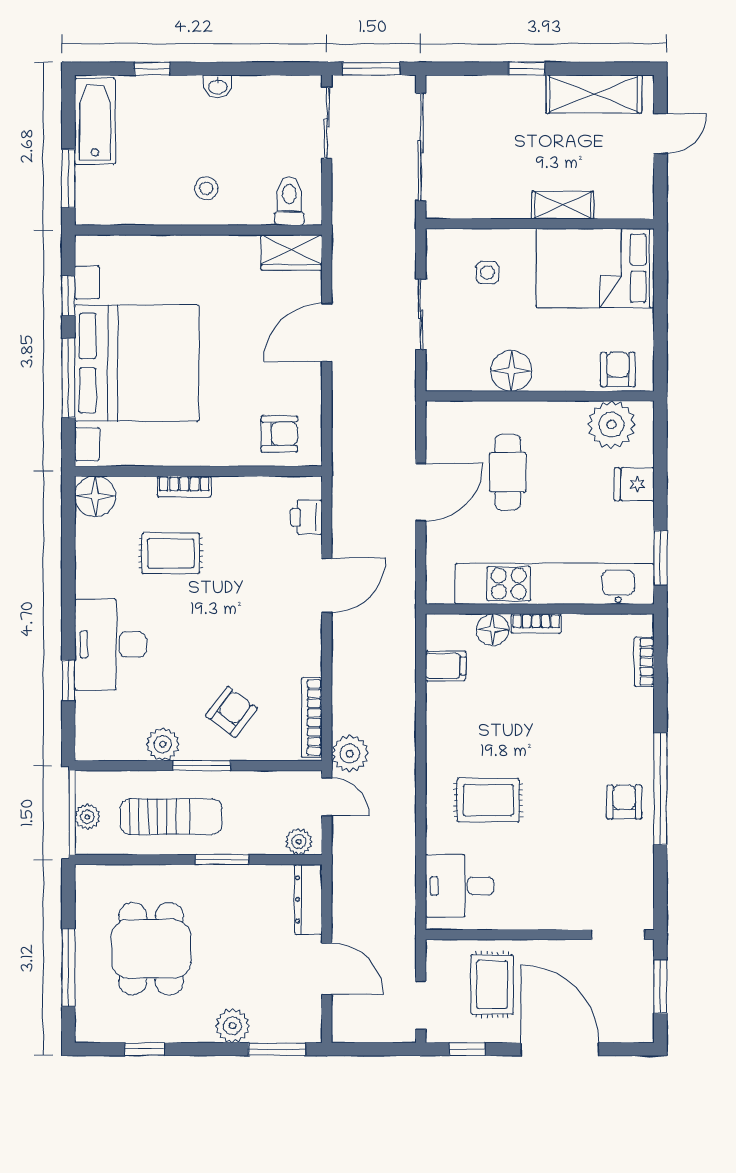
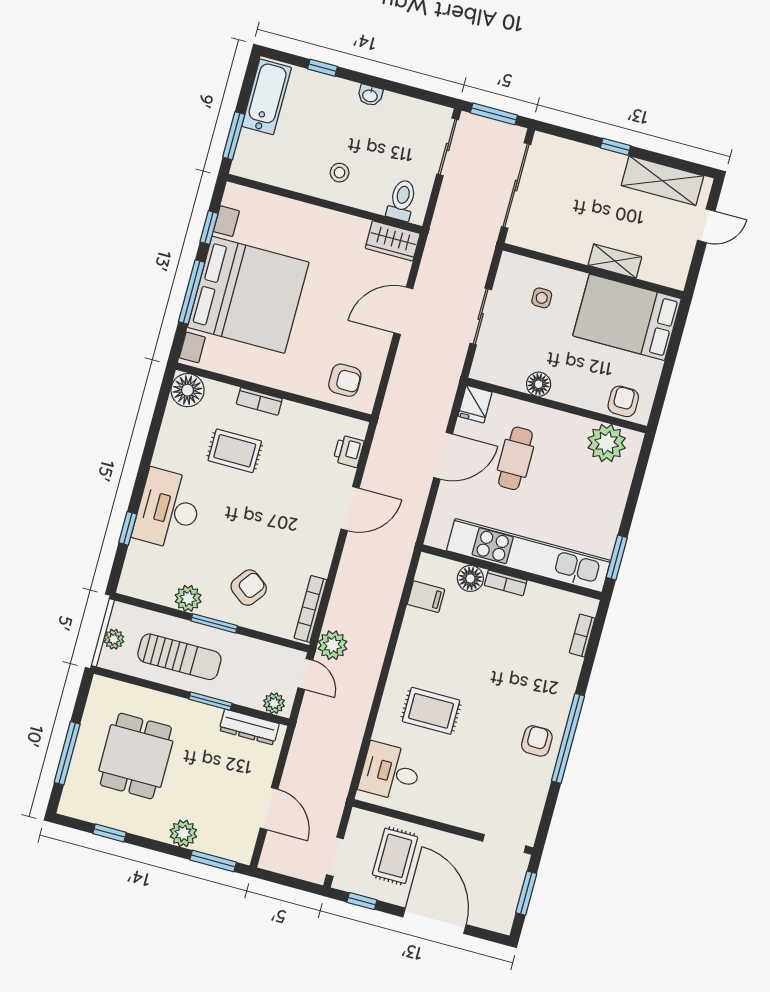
floor lamp: (511, 371) -> (539, 384), width x0.73, depth x0.73
fridge: (634, 484) -> (475, 404), moved, turned -90
dresser: (308, 899) -> (249, 727), moved, turned -90

